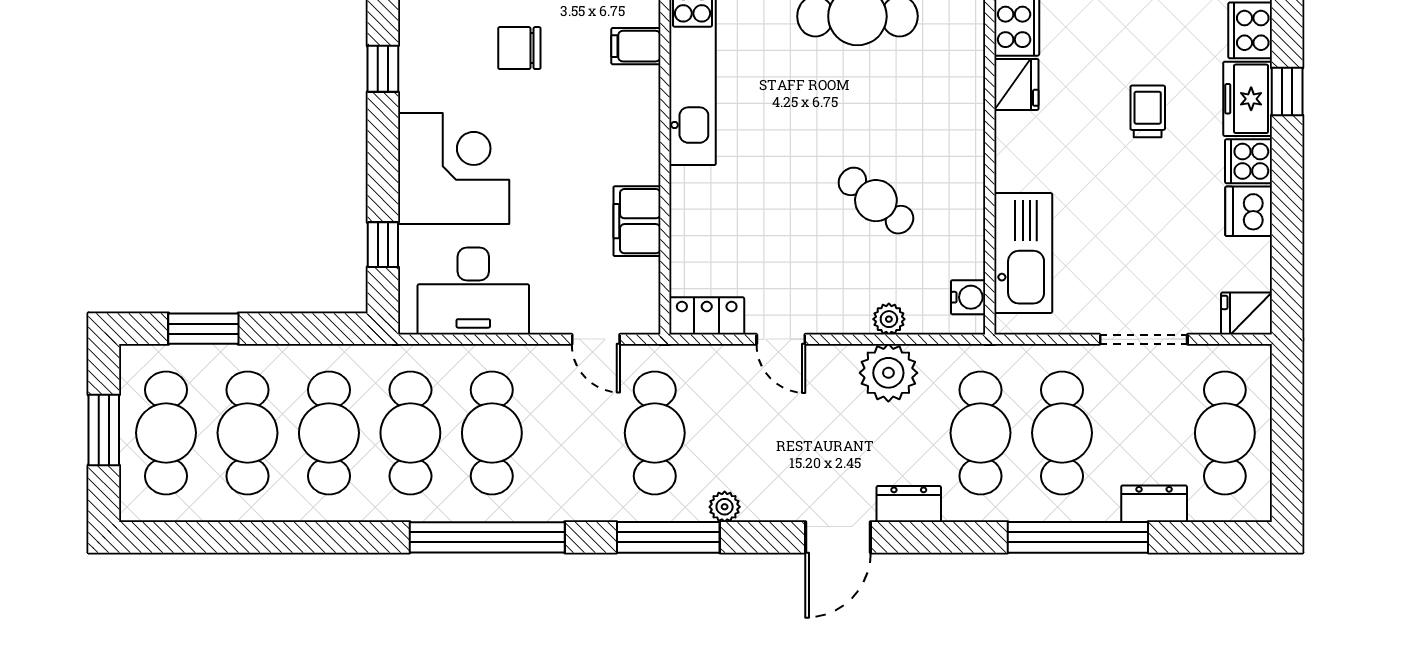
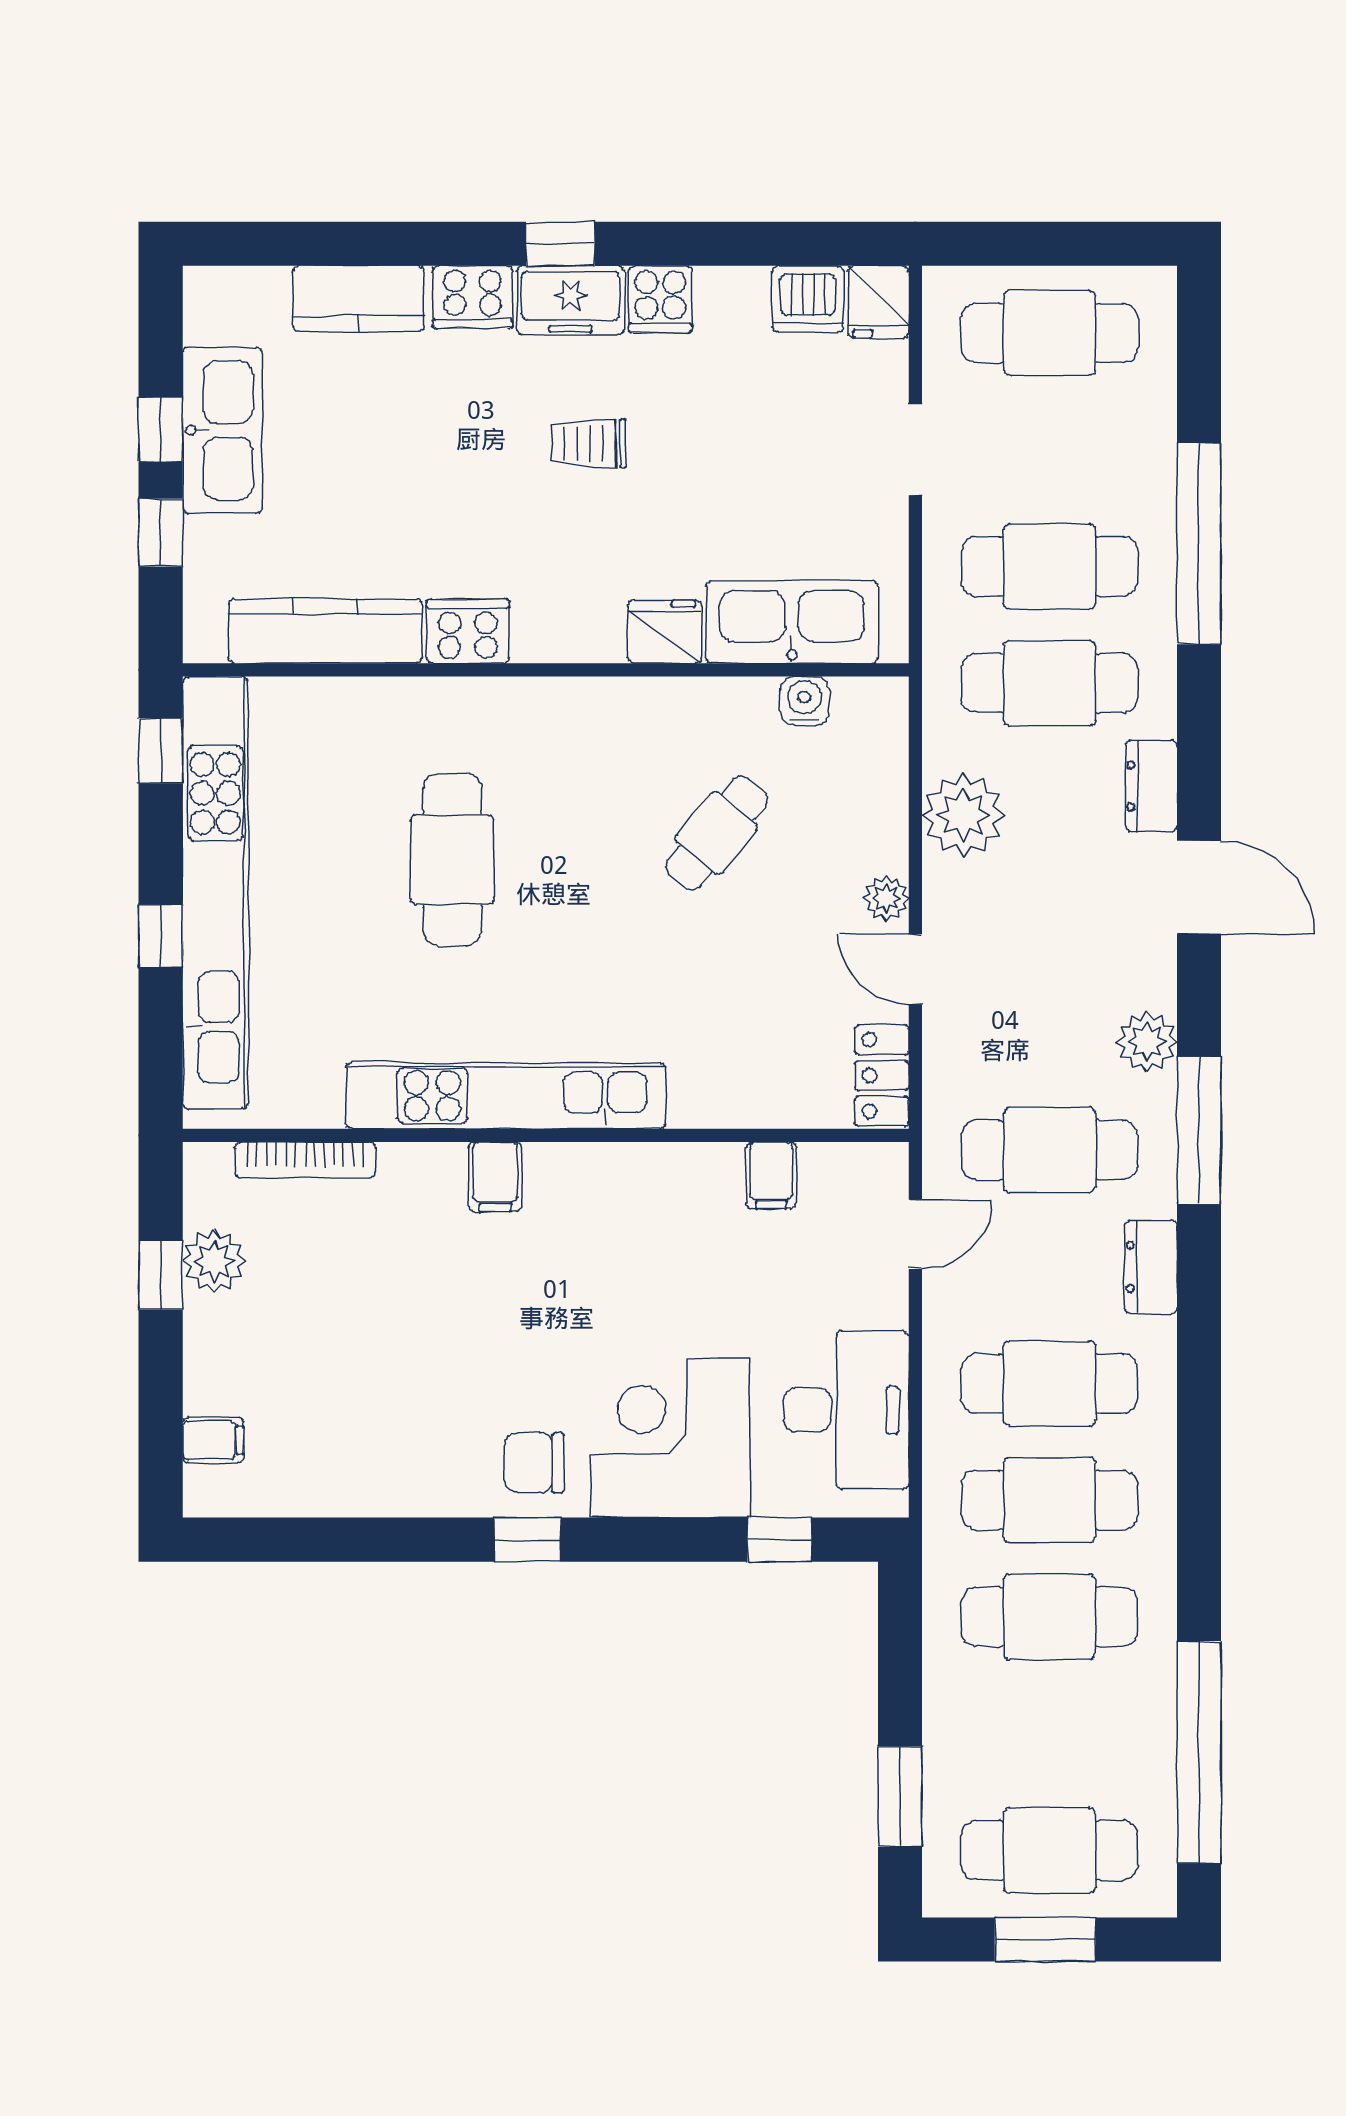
chair: (519, 48) -> (534, 1463), moved, turned 90
fridge: (1016, 84) -> (665, 632), moved
dishwasher: (1249, 211) -> (808, 299), moved
filing cabinet: (637, 221) -> (771, 1175), width x0.50
water cooler: (968, 297) -> (805, 701), moved
plant: (889, 319) -> (886, 898), moved
door: (781, 339) -> (915, 969), swing flipped
doorway: (1144, 339) -> (915, 449), width x0.73
cafe table: (247, 433) -> (1050, 1733), removed
dresser: (1154, 504) -> (1151, 1267), moved
plant: (725, 507) -> (1147, 1042), width x1.38, depth x1.38
window: (487, 537) -> (1199, 1752), moved

